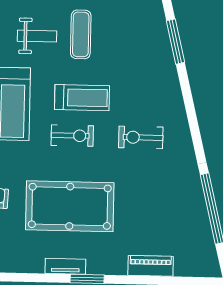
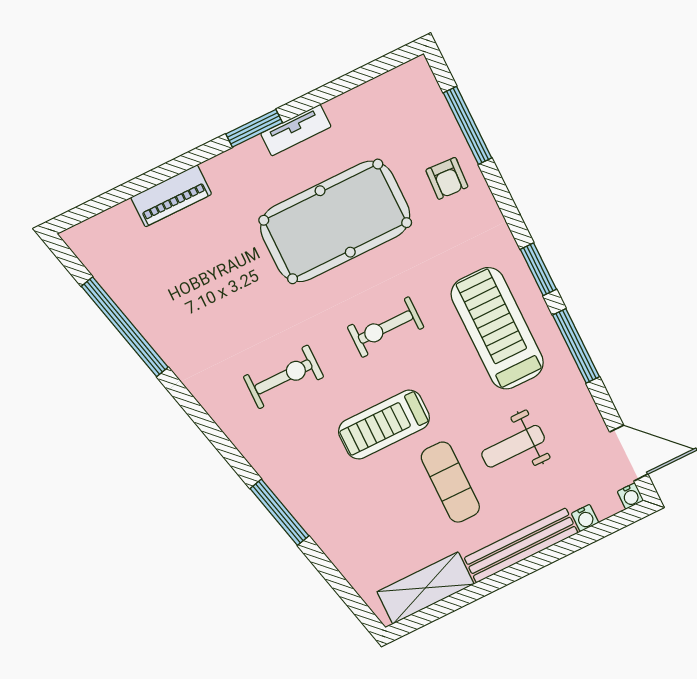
window: (175, 42) -> (279, 512), moved
treadmill: (82, 98) -> (384, 424), moved

